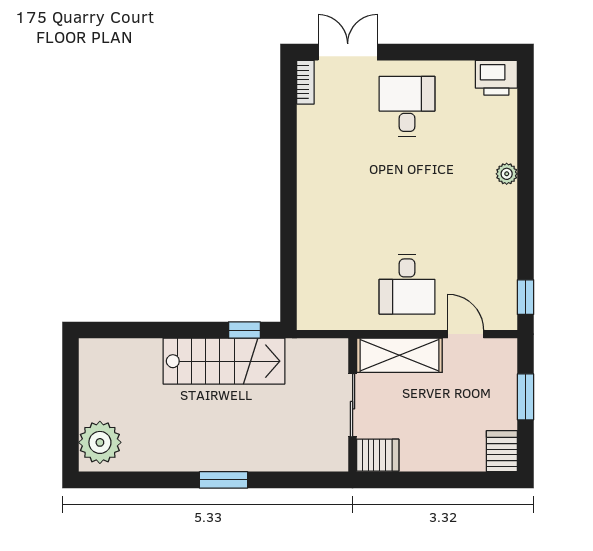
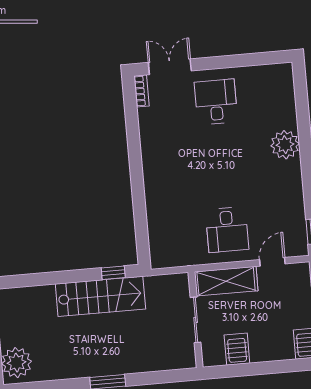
printer: (496, 78) -> (278, 76), removed
plant: (507, 174) -> (285, 145), width x1.87, depth x1.87
door: (466, 334) -> (272, 262), hinge flipped
server rack: (378, 455) -> (237, 349), moved, turned -90

